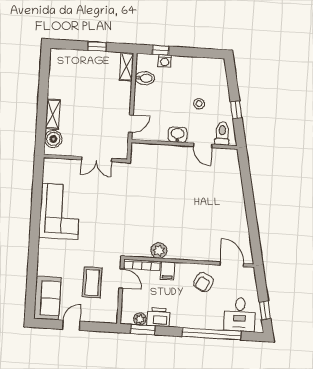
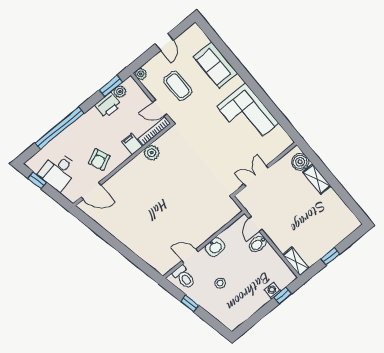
bidet: (145, 78) -> (258, 244), moved
armchair: (203, 282) -> (99, 160), turned -141
sofa: (47, 298) -> (216, 65), moved
desk: (240, 315) -> (58, 171), moved, turned -102
plant: (112, 317) -> (141, 74), added

